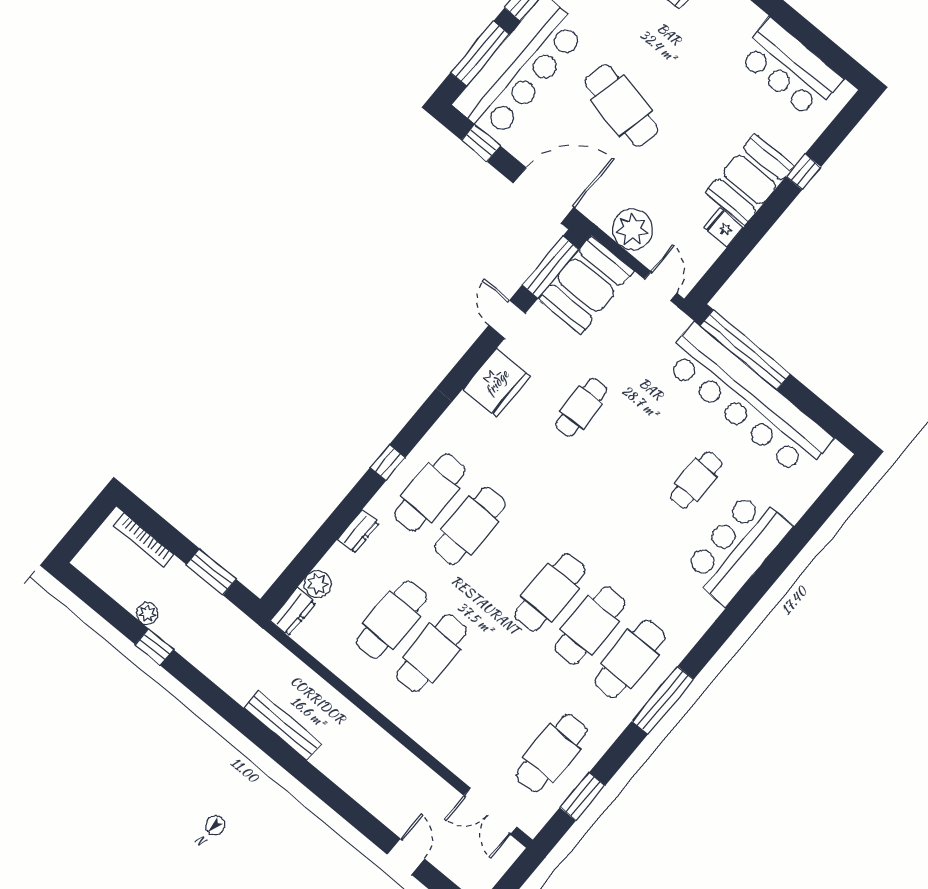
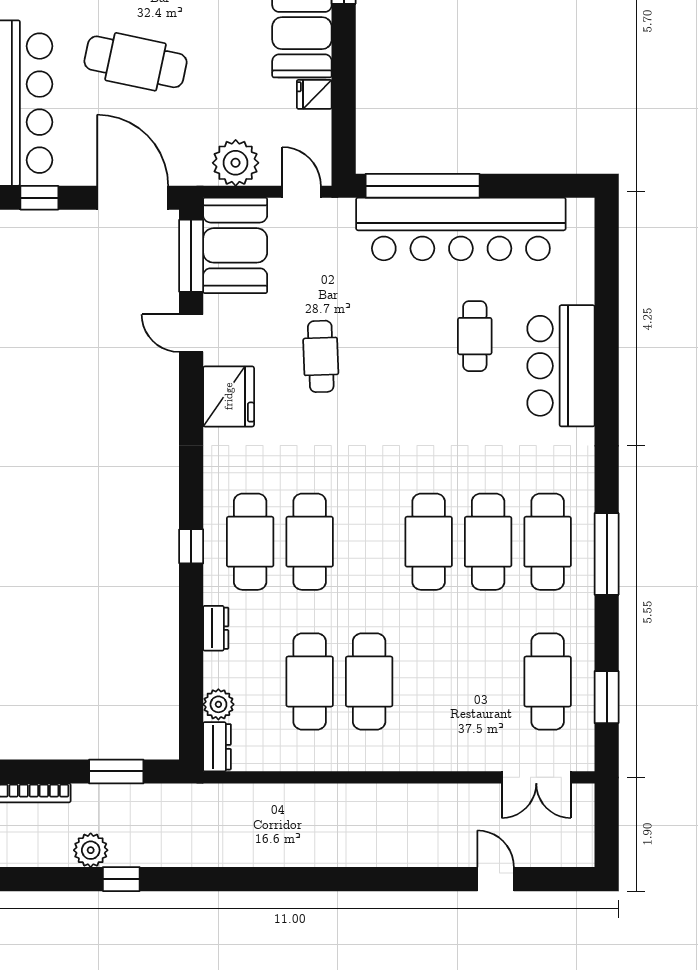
door: (544, 195) -> (133, 198), hinge flipped
plant: (147, 614) -> (91, 850), width x1.38, depth x1.38
bench: (283, 725) -> (291, 854), removed

